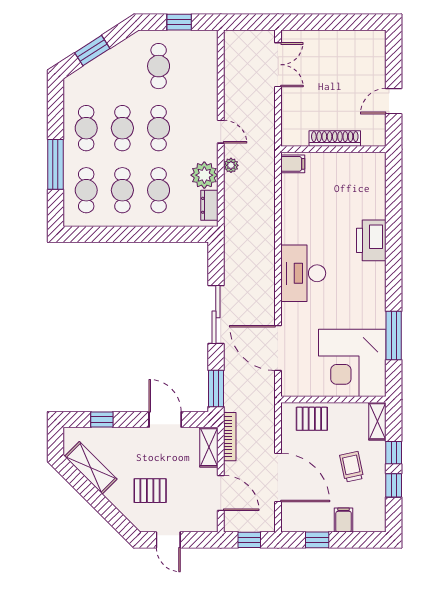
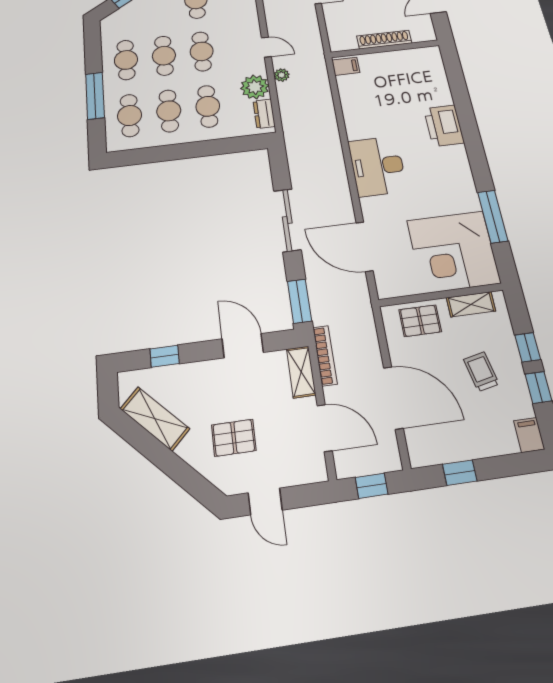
shelving: (377, 421) -> (471, 304), moved, turned 90
filing cabinet: (344, 520) -> (529, 435), moved

